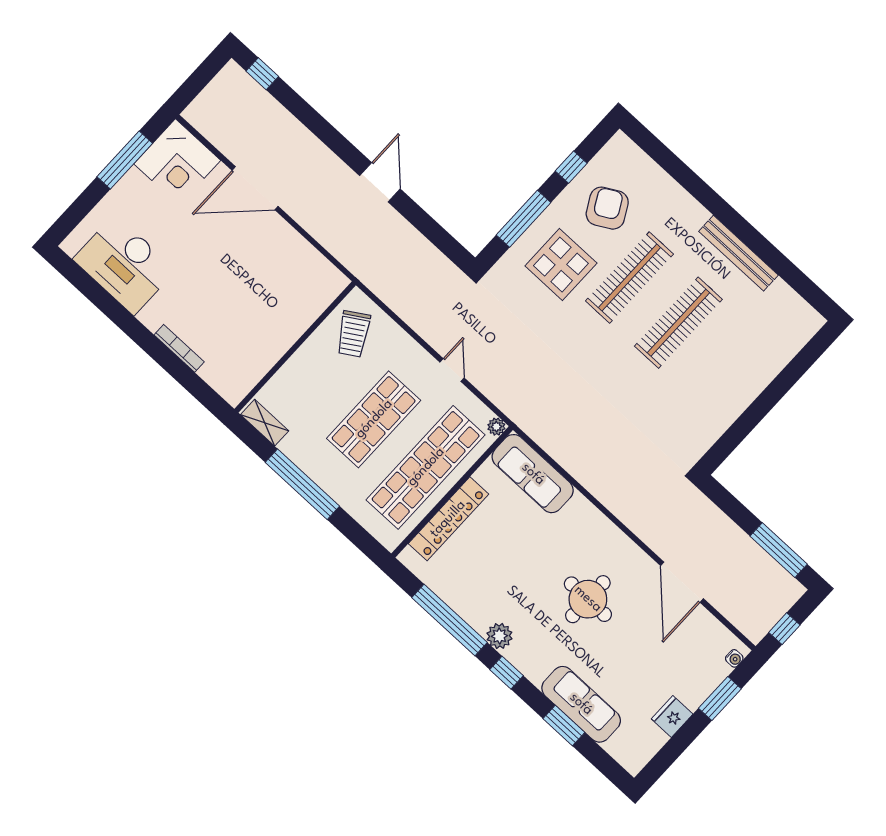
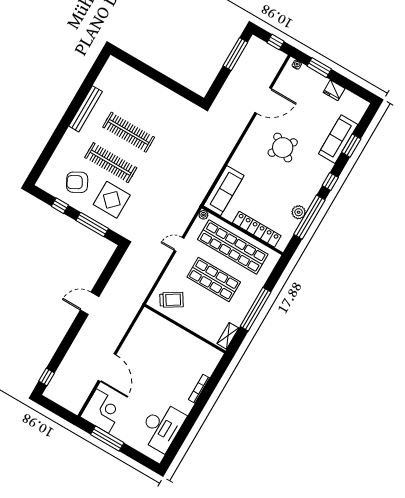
round table: (588, 599) -> (283, 148), turned 34
plant: (499, 636) -> (299, 212), moved

